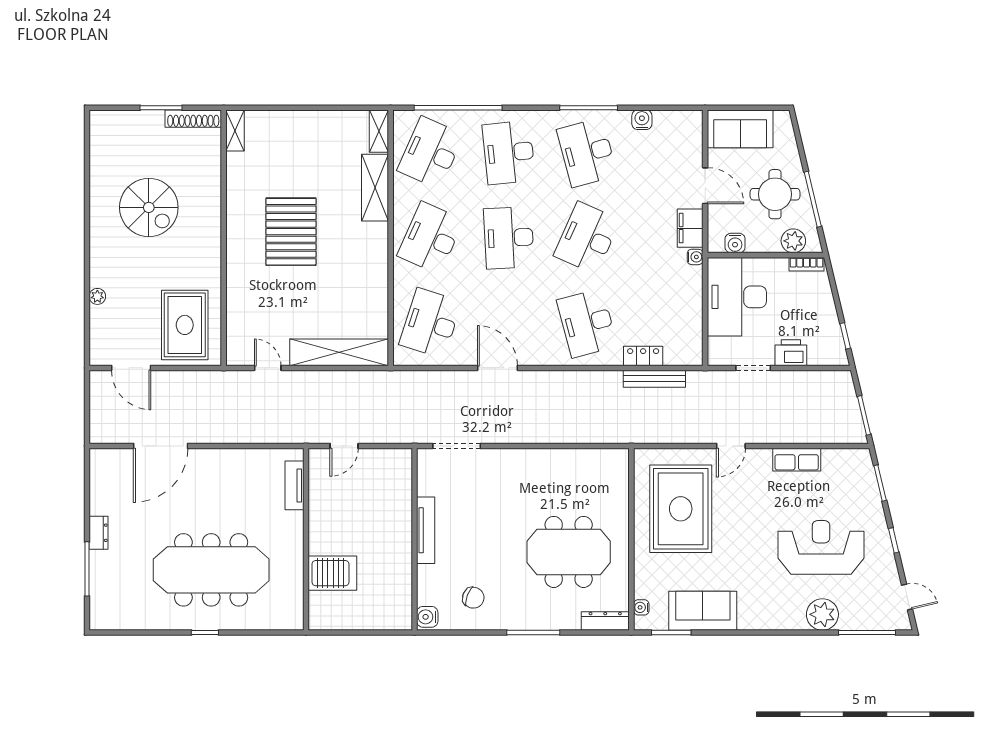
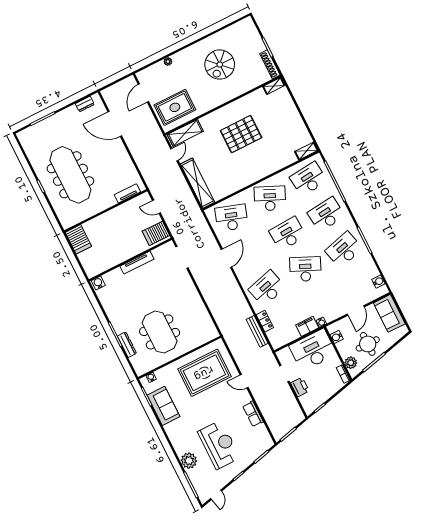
water cooler: (642, 120) -> (378, 282), moved
desk: (431, 153) -> (308, 179), turned -30
shelving: (375, 188) -> (185, 133), moved
filing cabinet: (690, 228) -> (307, 326), moved
server rack: (391, 471) -> (156, 233), added
dresser: (99, 533) -> (85, 104), moved
server rack: (332, 573) -> (78, 239), moved
chair: (473, 598) -> (117, 299), removed
dresser: (605, 621) -> (127, 345), moved

